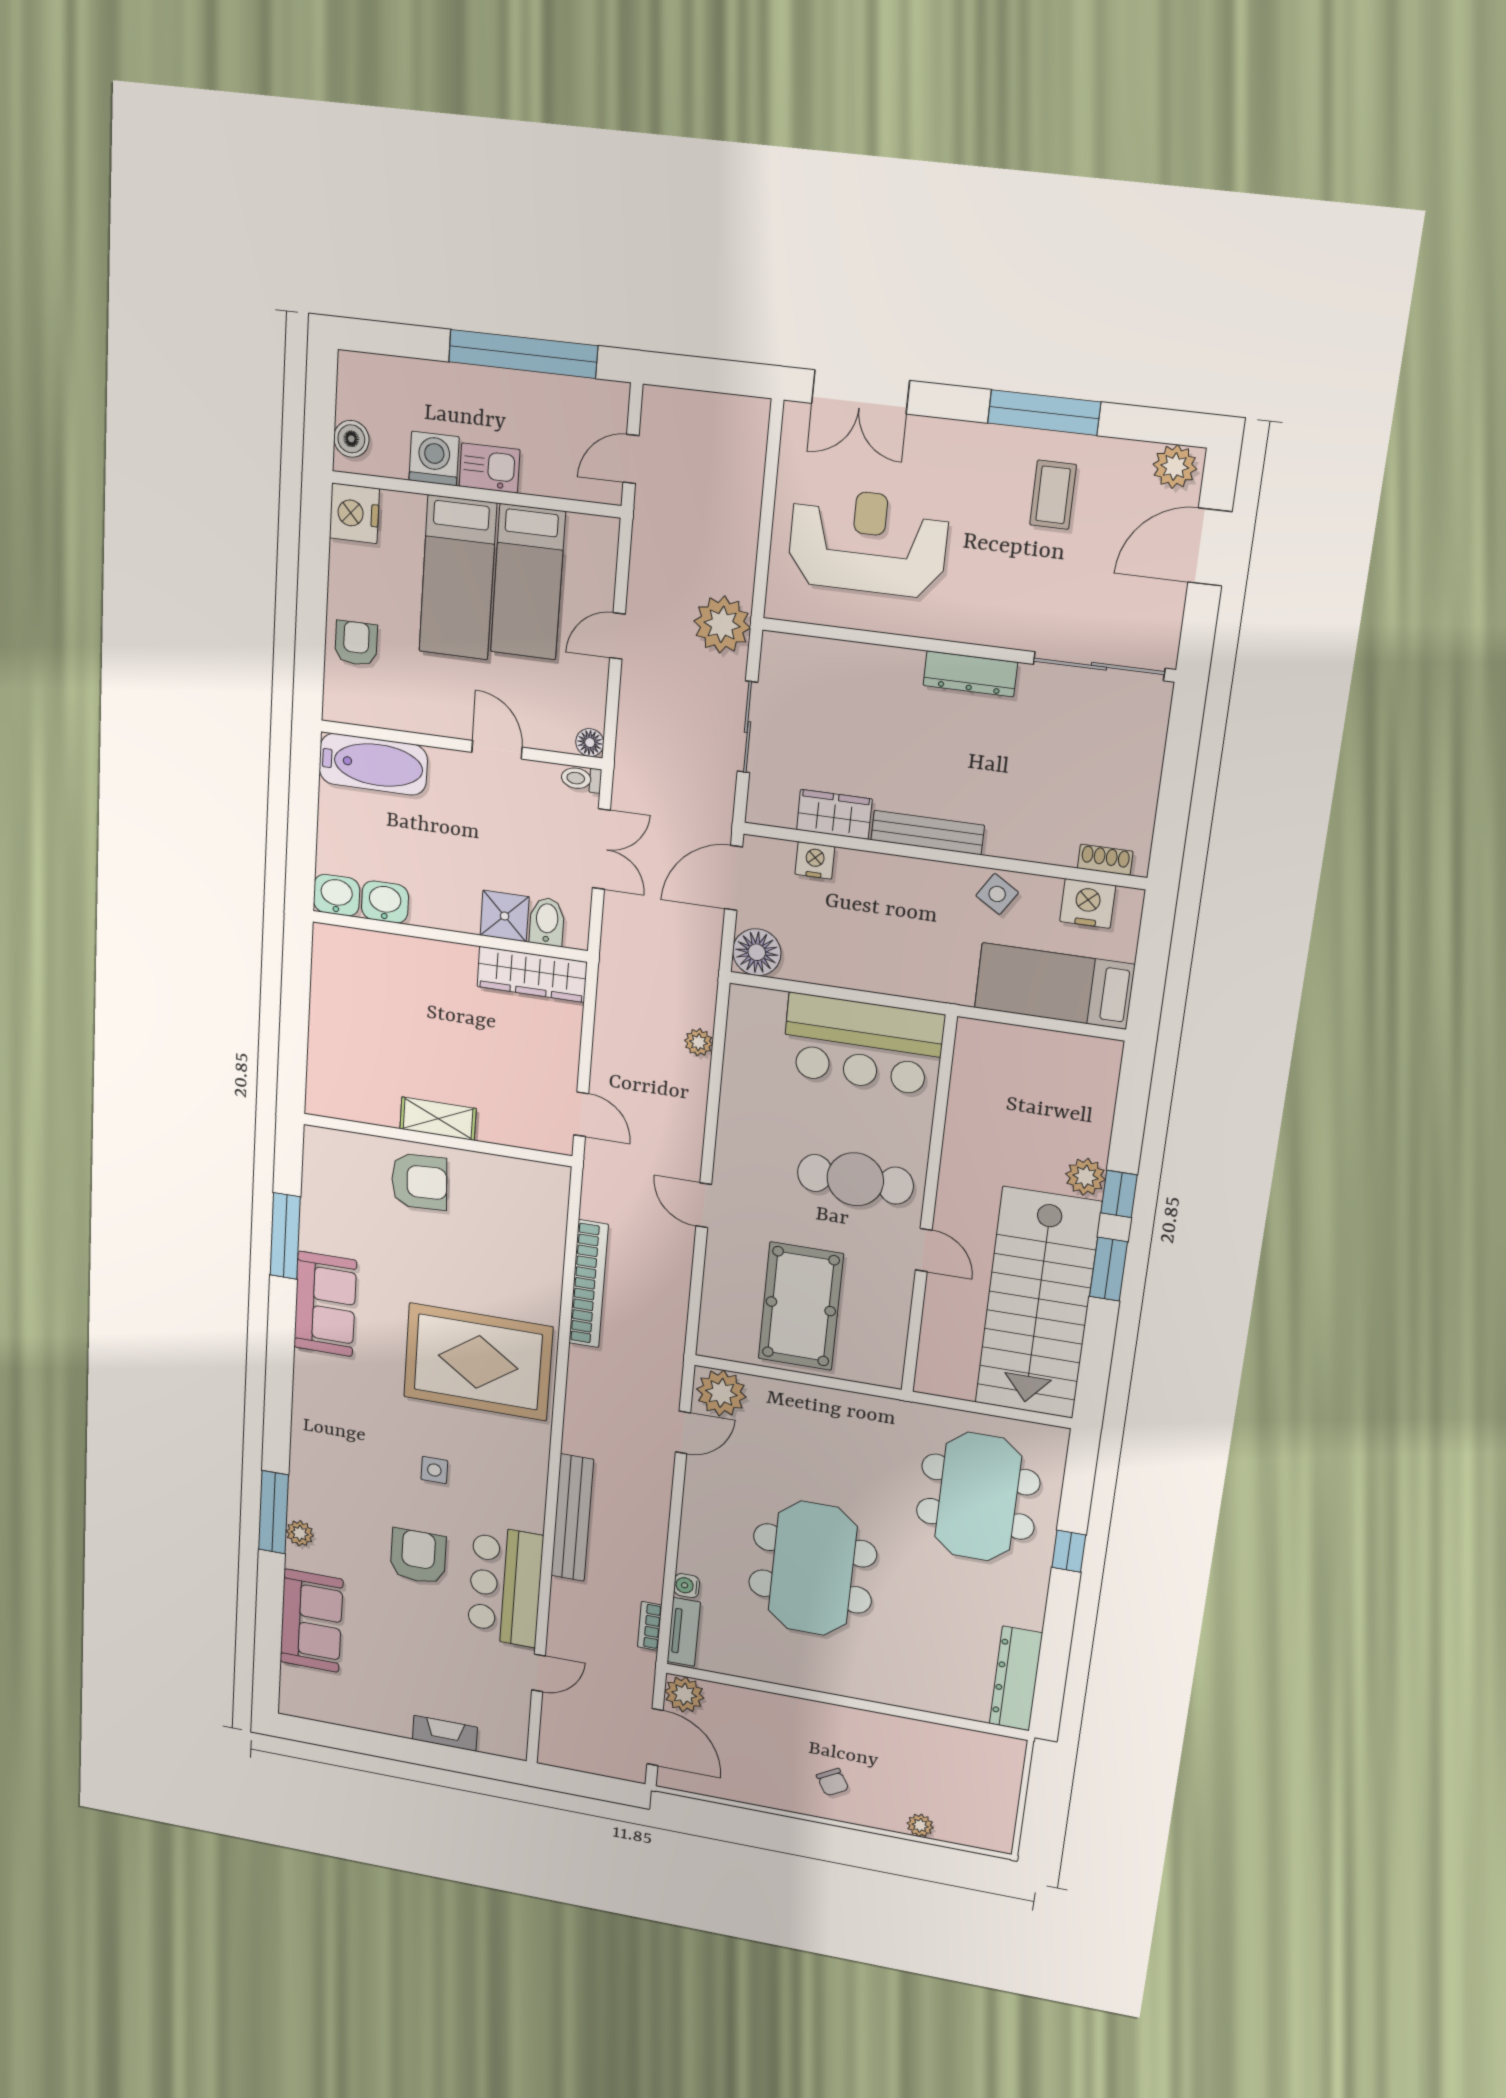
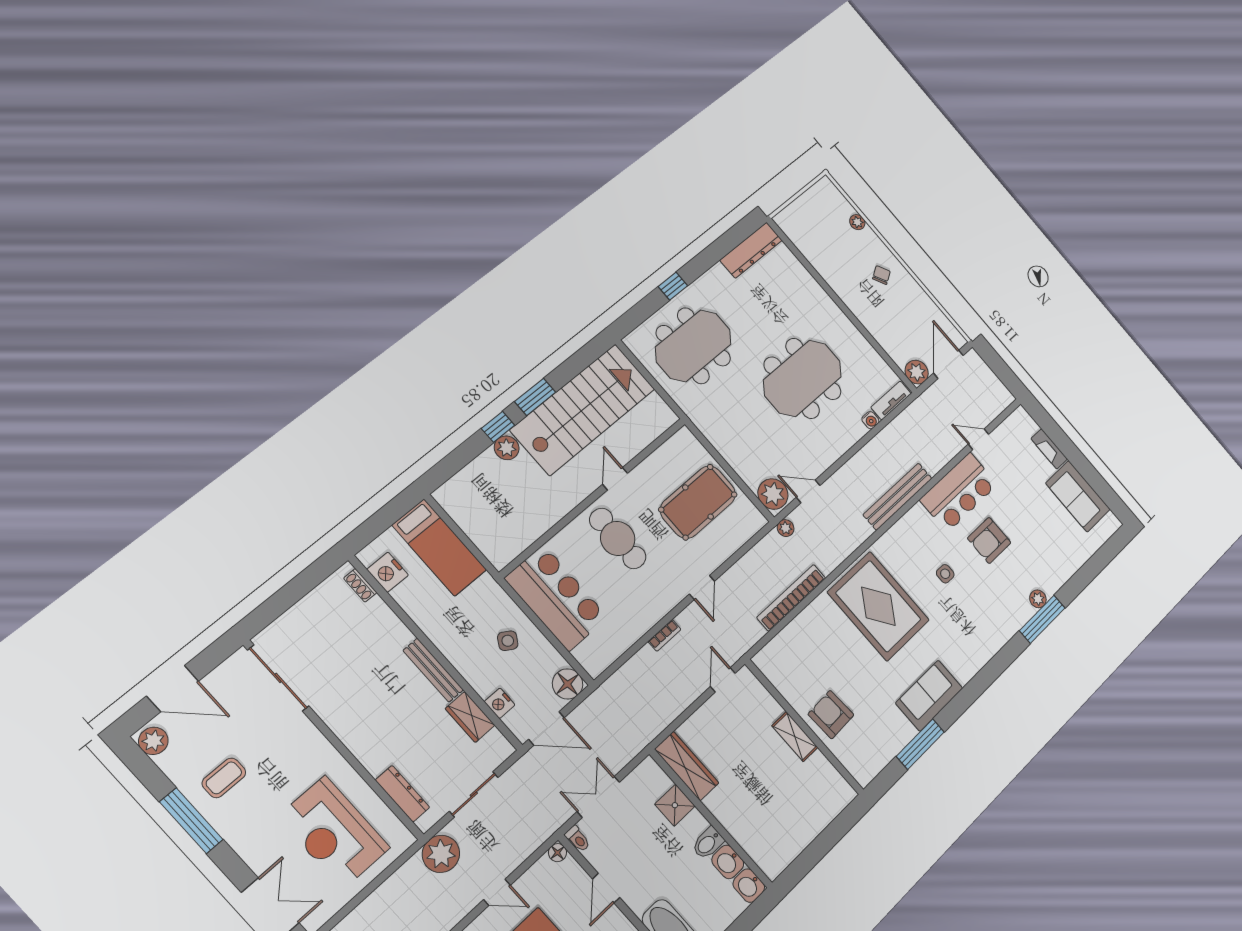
dresser: (970, 674) -> (402, 794), moved
side table: (997, 894) -> (508, 641), moved
bidet: (547, 922) -> (708, 843), moved
plant: (699, 1042) -> (786, 528), moved
sofa: (311, 1621) -> (1078, 496), moved, turned -90
bookcase: (650, 1626) -> (665, 635), moved

